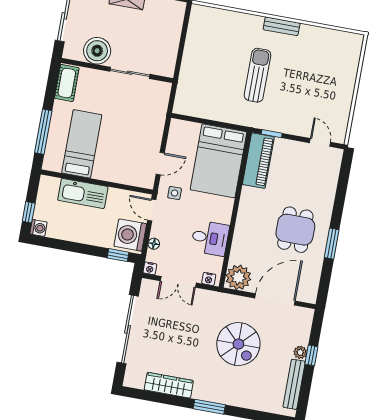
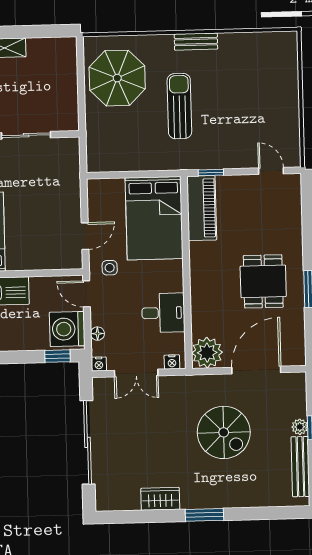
parasol: (212, 42) -> (117, 78), added
wardrobe: (169, 385) -> (160, 499), width x0.67

